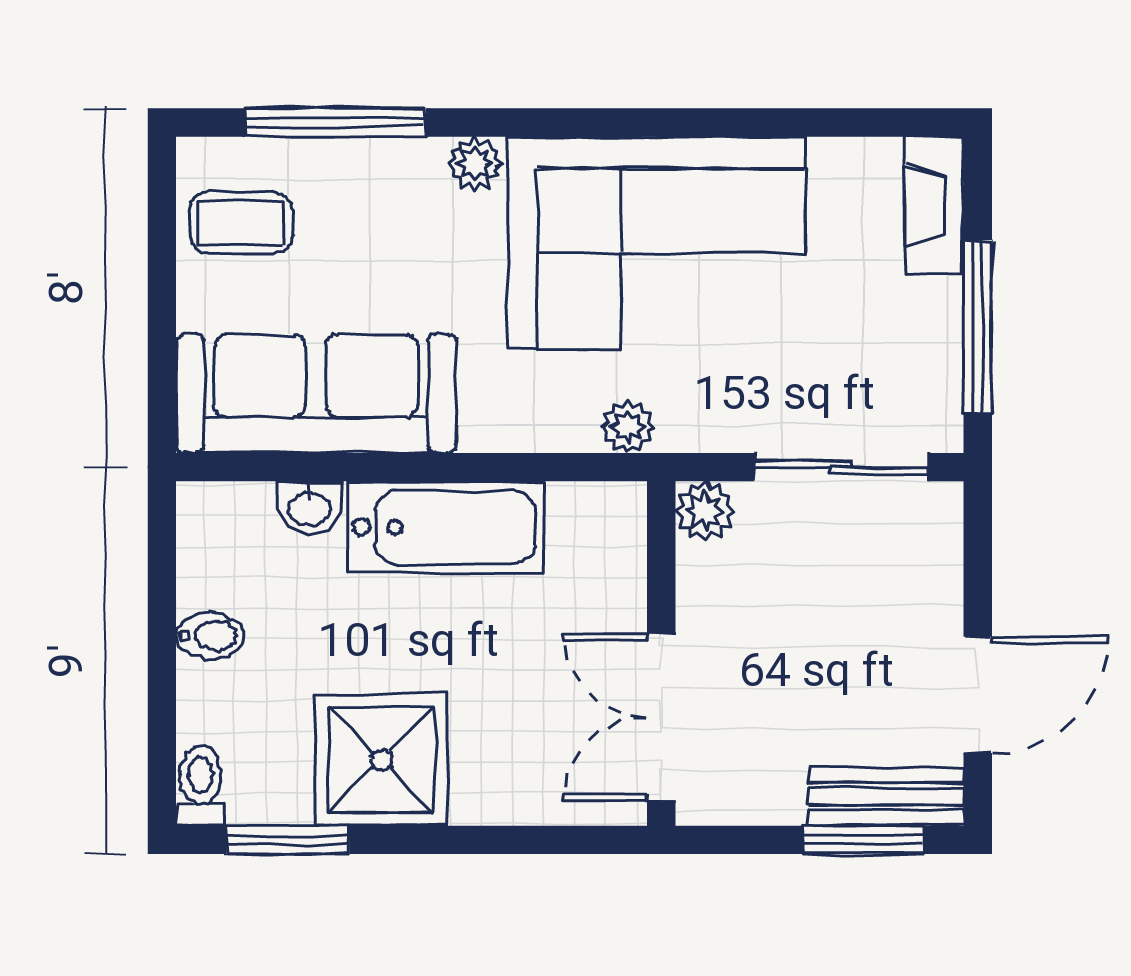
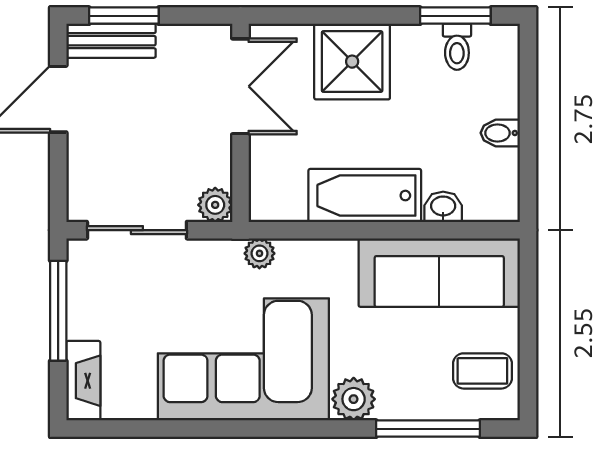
plant: (475, 164) -> (354, 399), width x1.38, depth x1.38
shower: (381, 760) -> (352, 62), moved
toilet: (201, 786) -> (457, 47), moved

